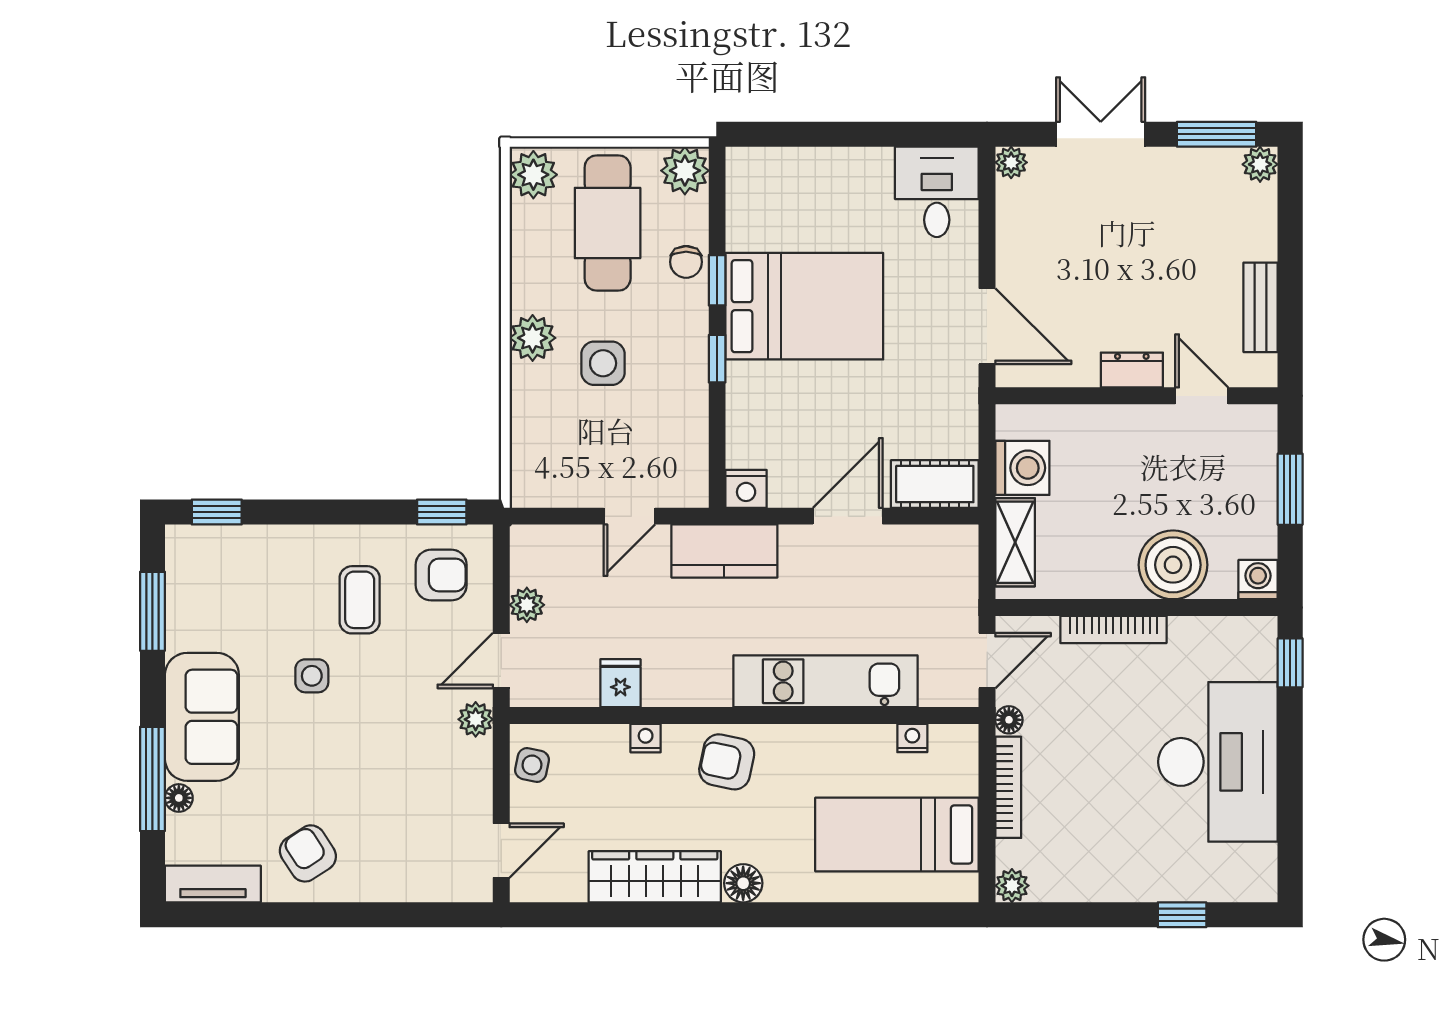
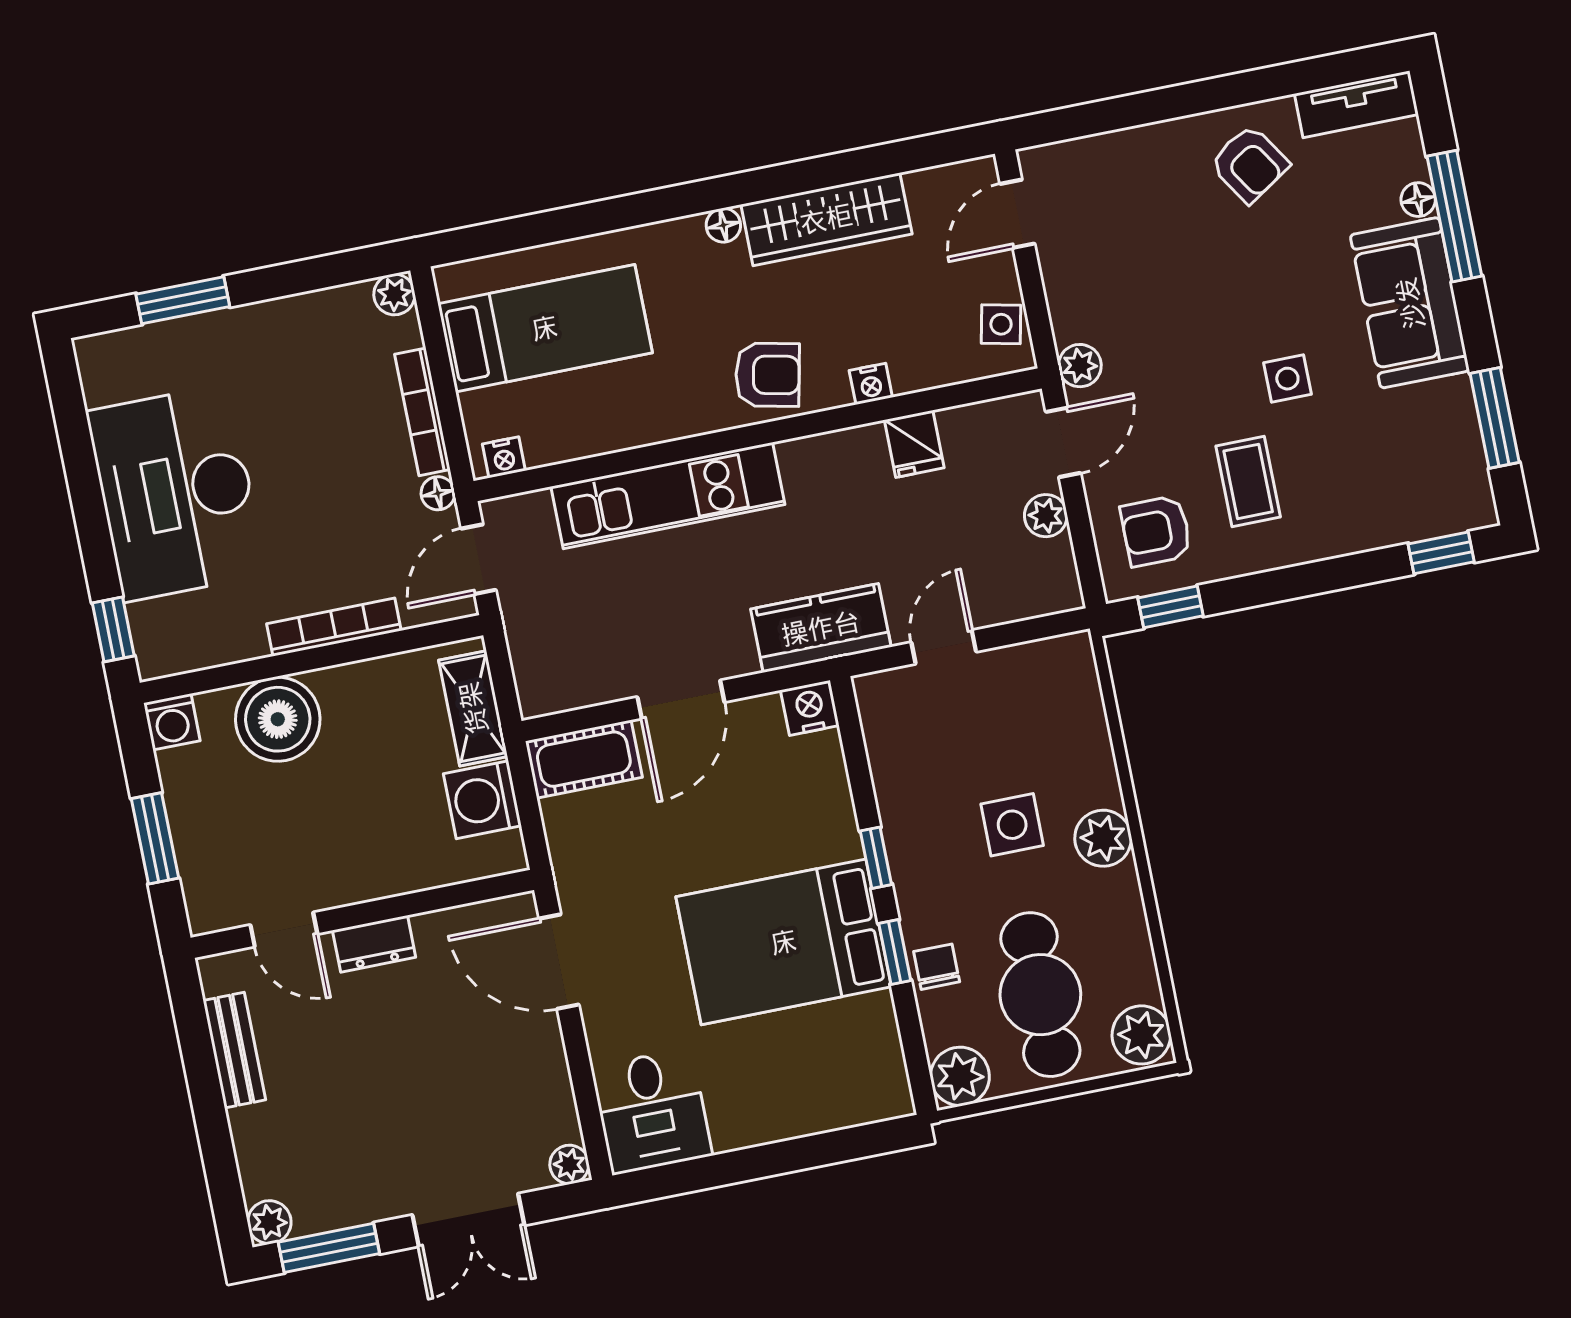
nightstand: (912, 738) -> (504, 457), moved
floor lamp: (743, 883) -> (723, 225), width x0.73, depth x0.73
window: (1182, 915) -> (183, 300), width x1.50

